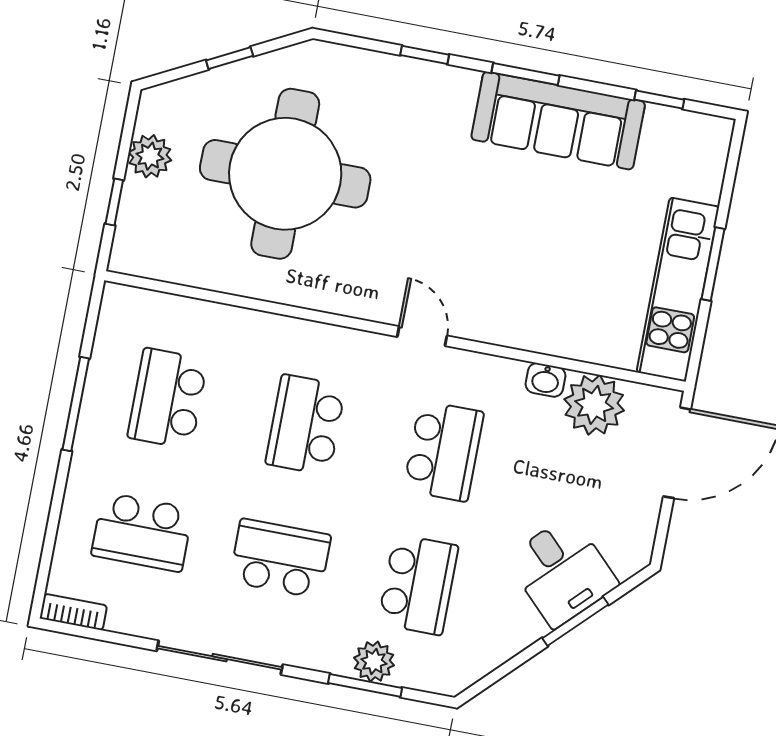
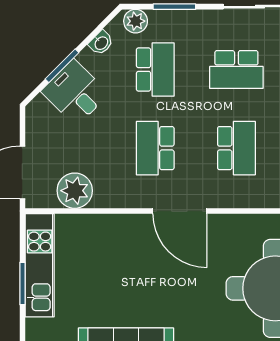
door: (422, 336) -> (180, 211), width x1.88
washbasin: (546, 380) -> (101, 43), moved, turned 135
school desk: (418, 585) -> (155, 70), turned 180
plant: (374, 661) -> (136, 21), moved

